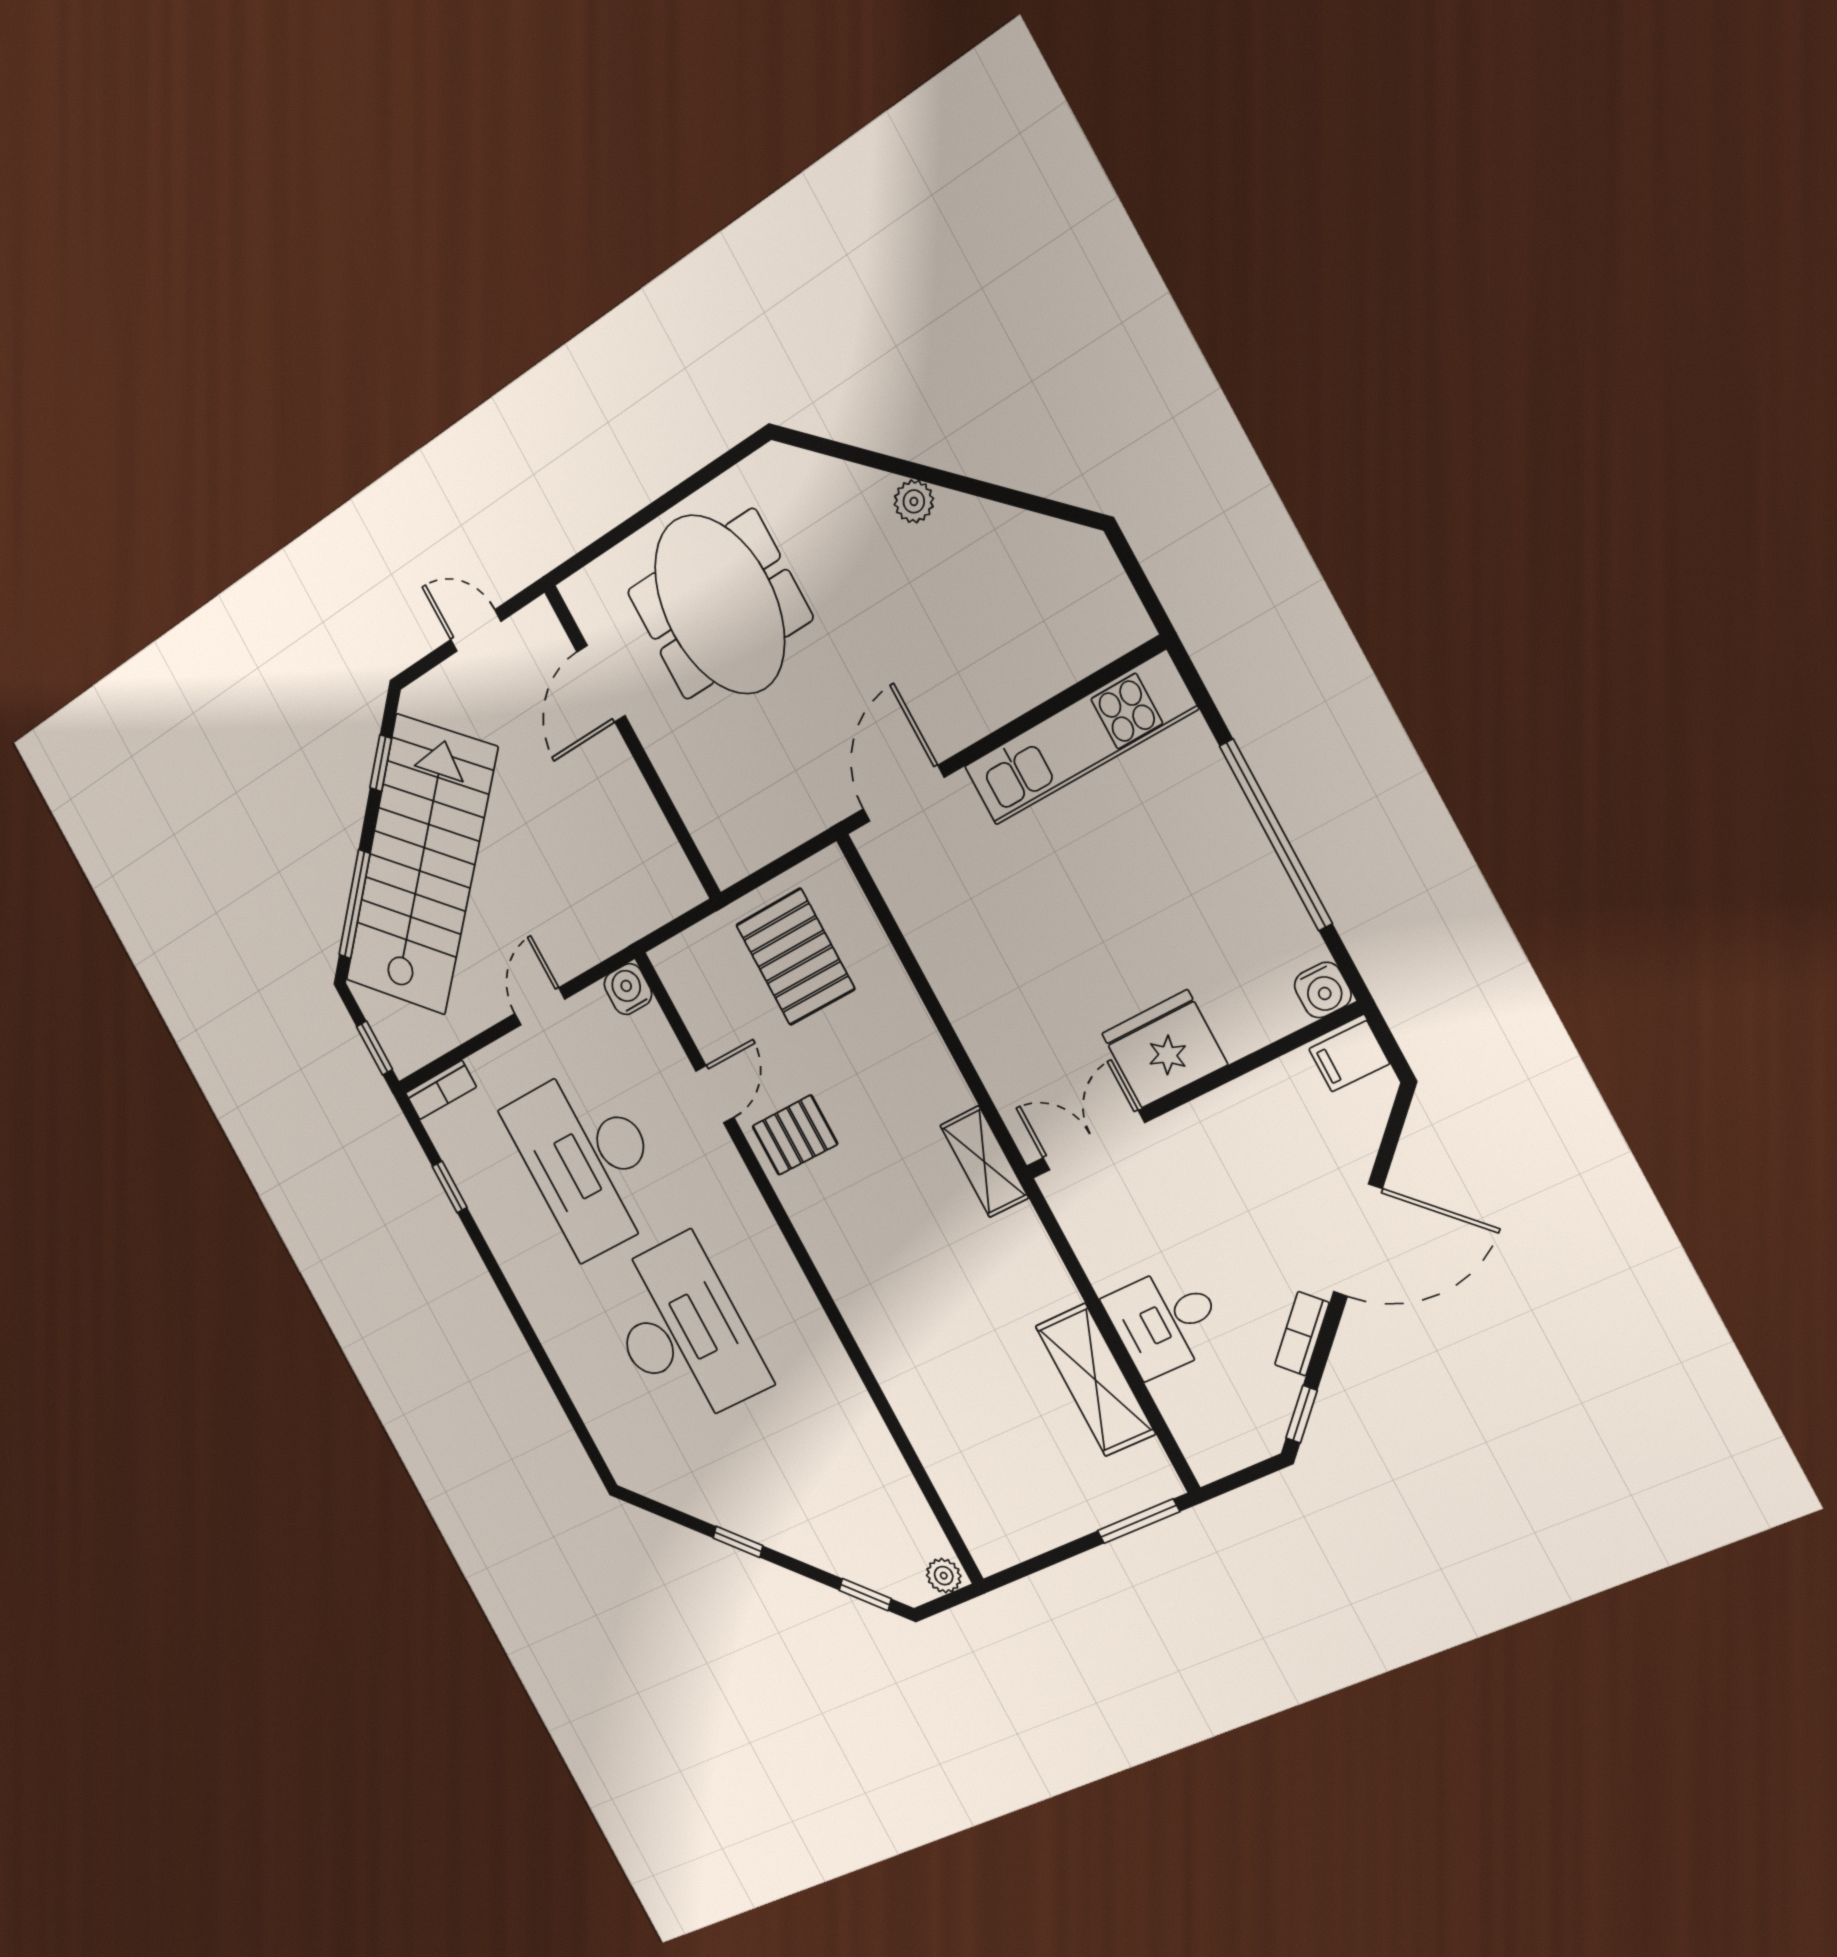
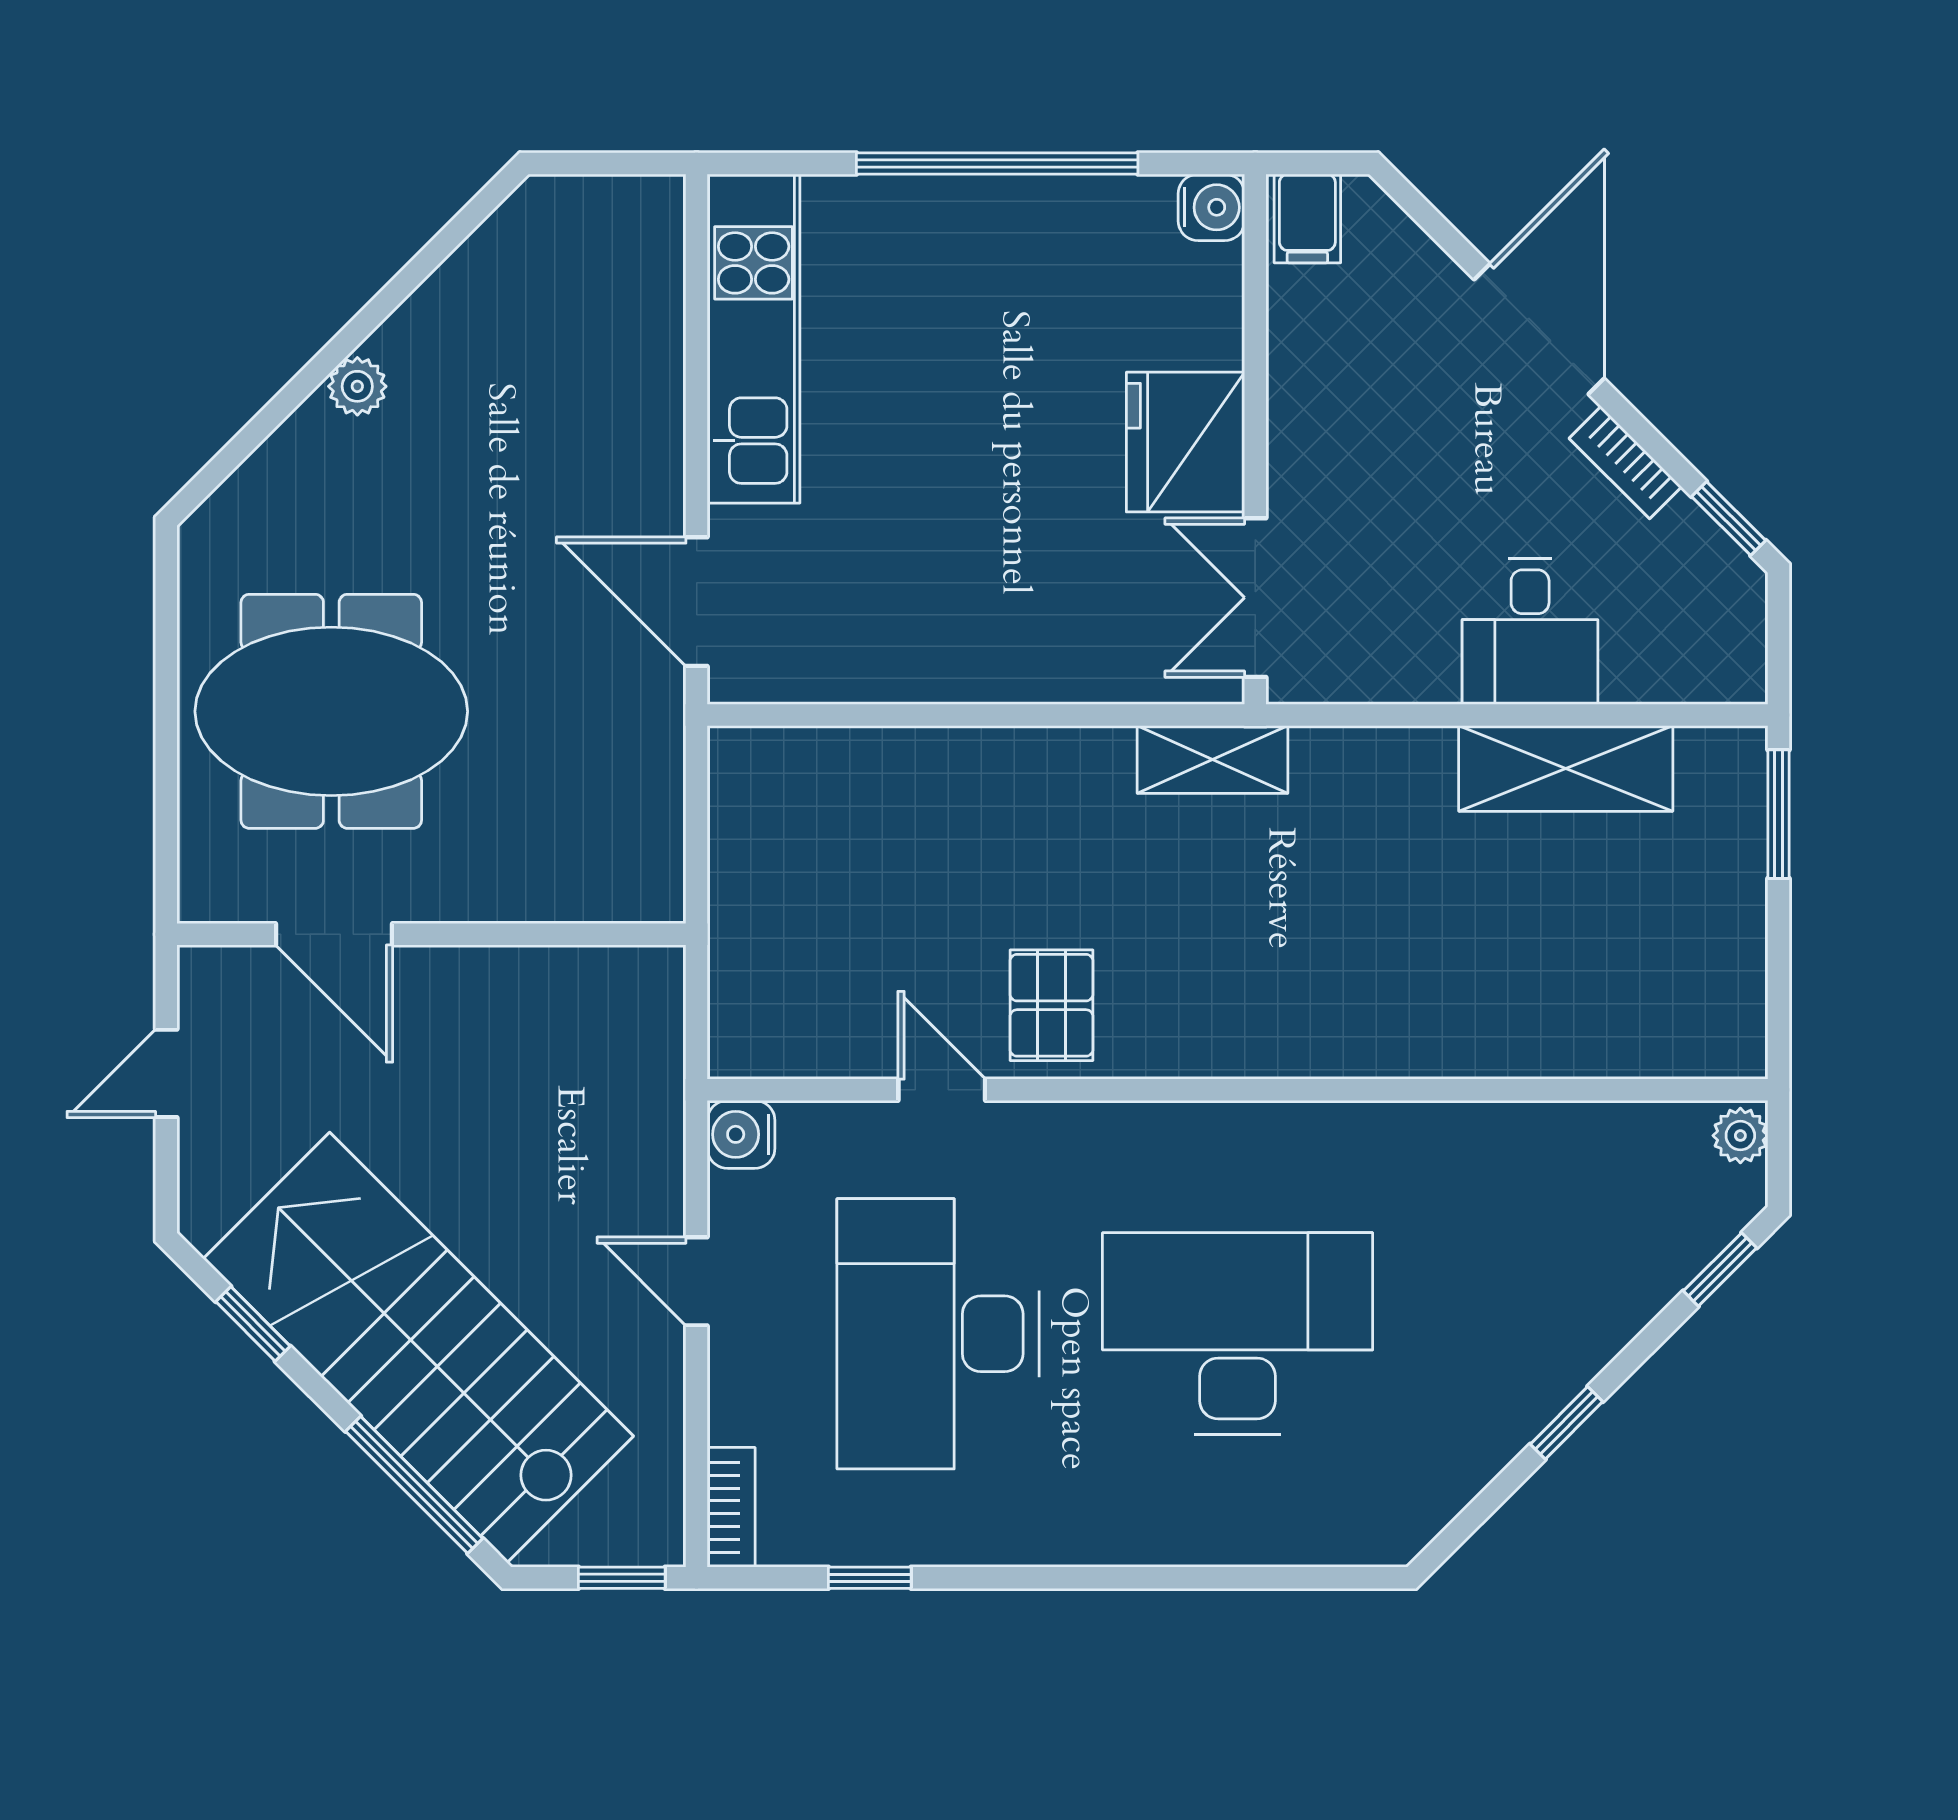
pallet: (795, 957) -> (823, 868), removed
desk: (589, 1160) -> (938, 1334), turned 90

